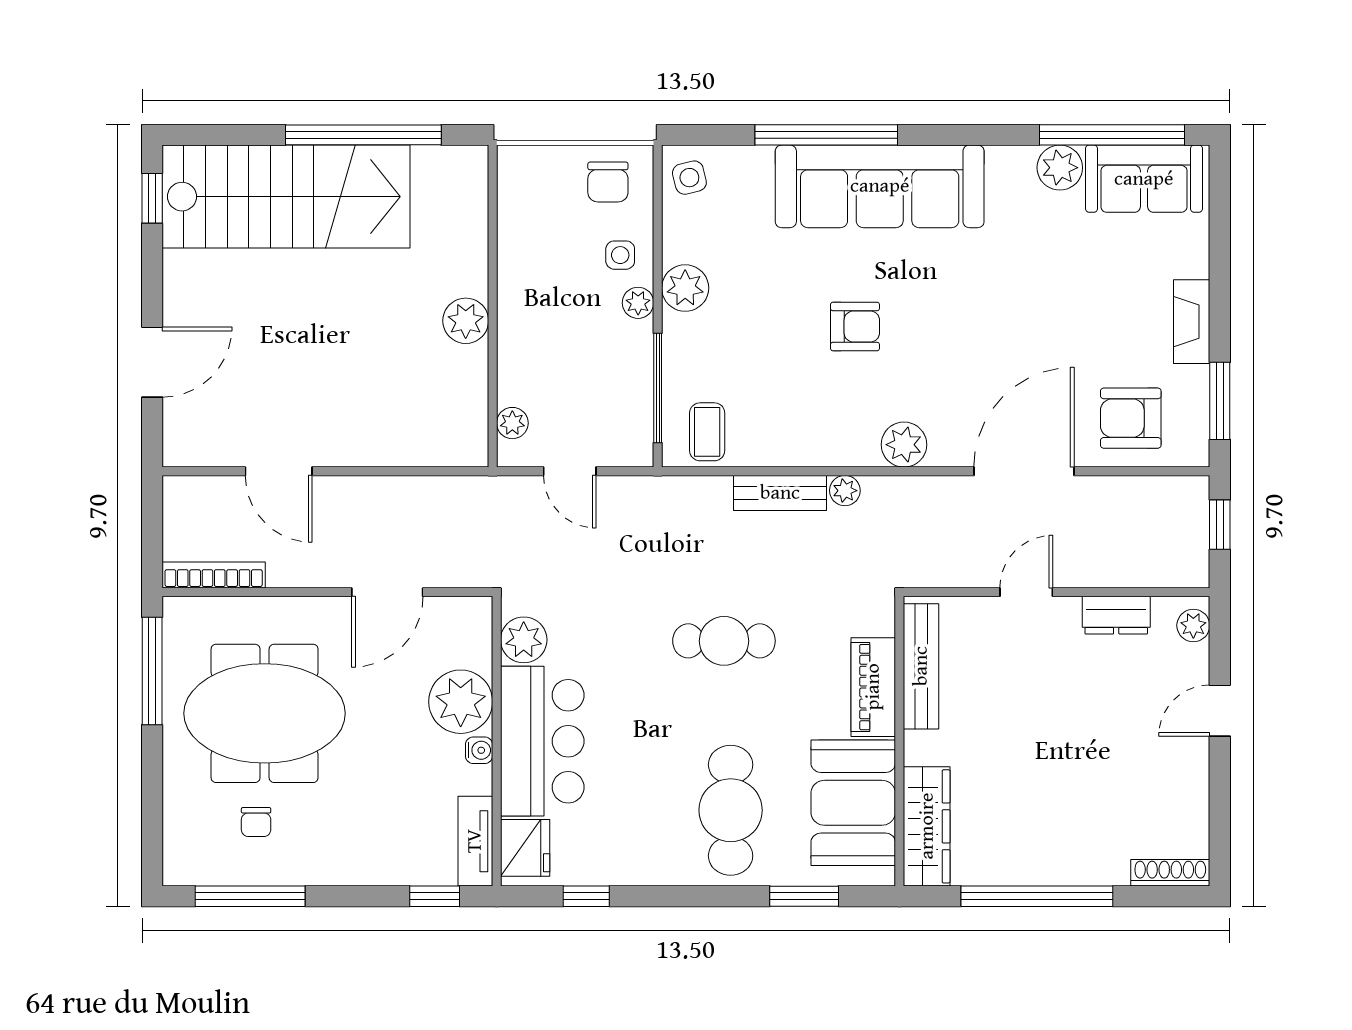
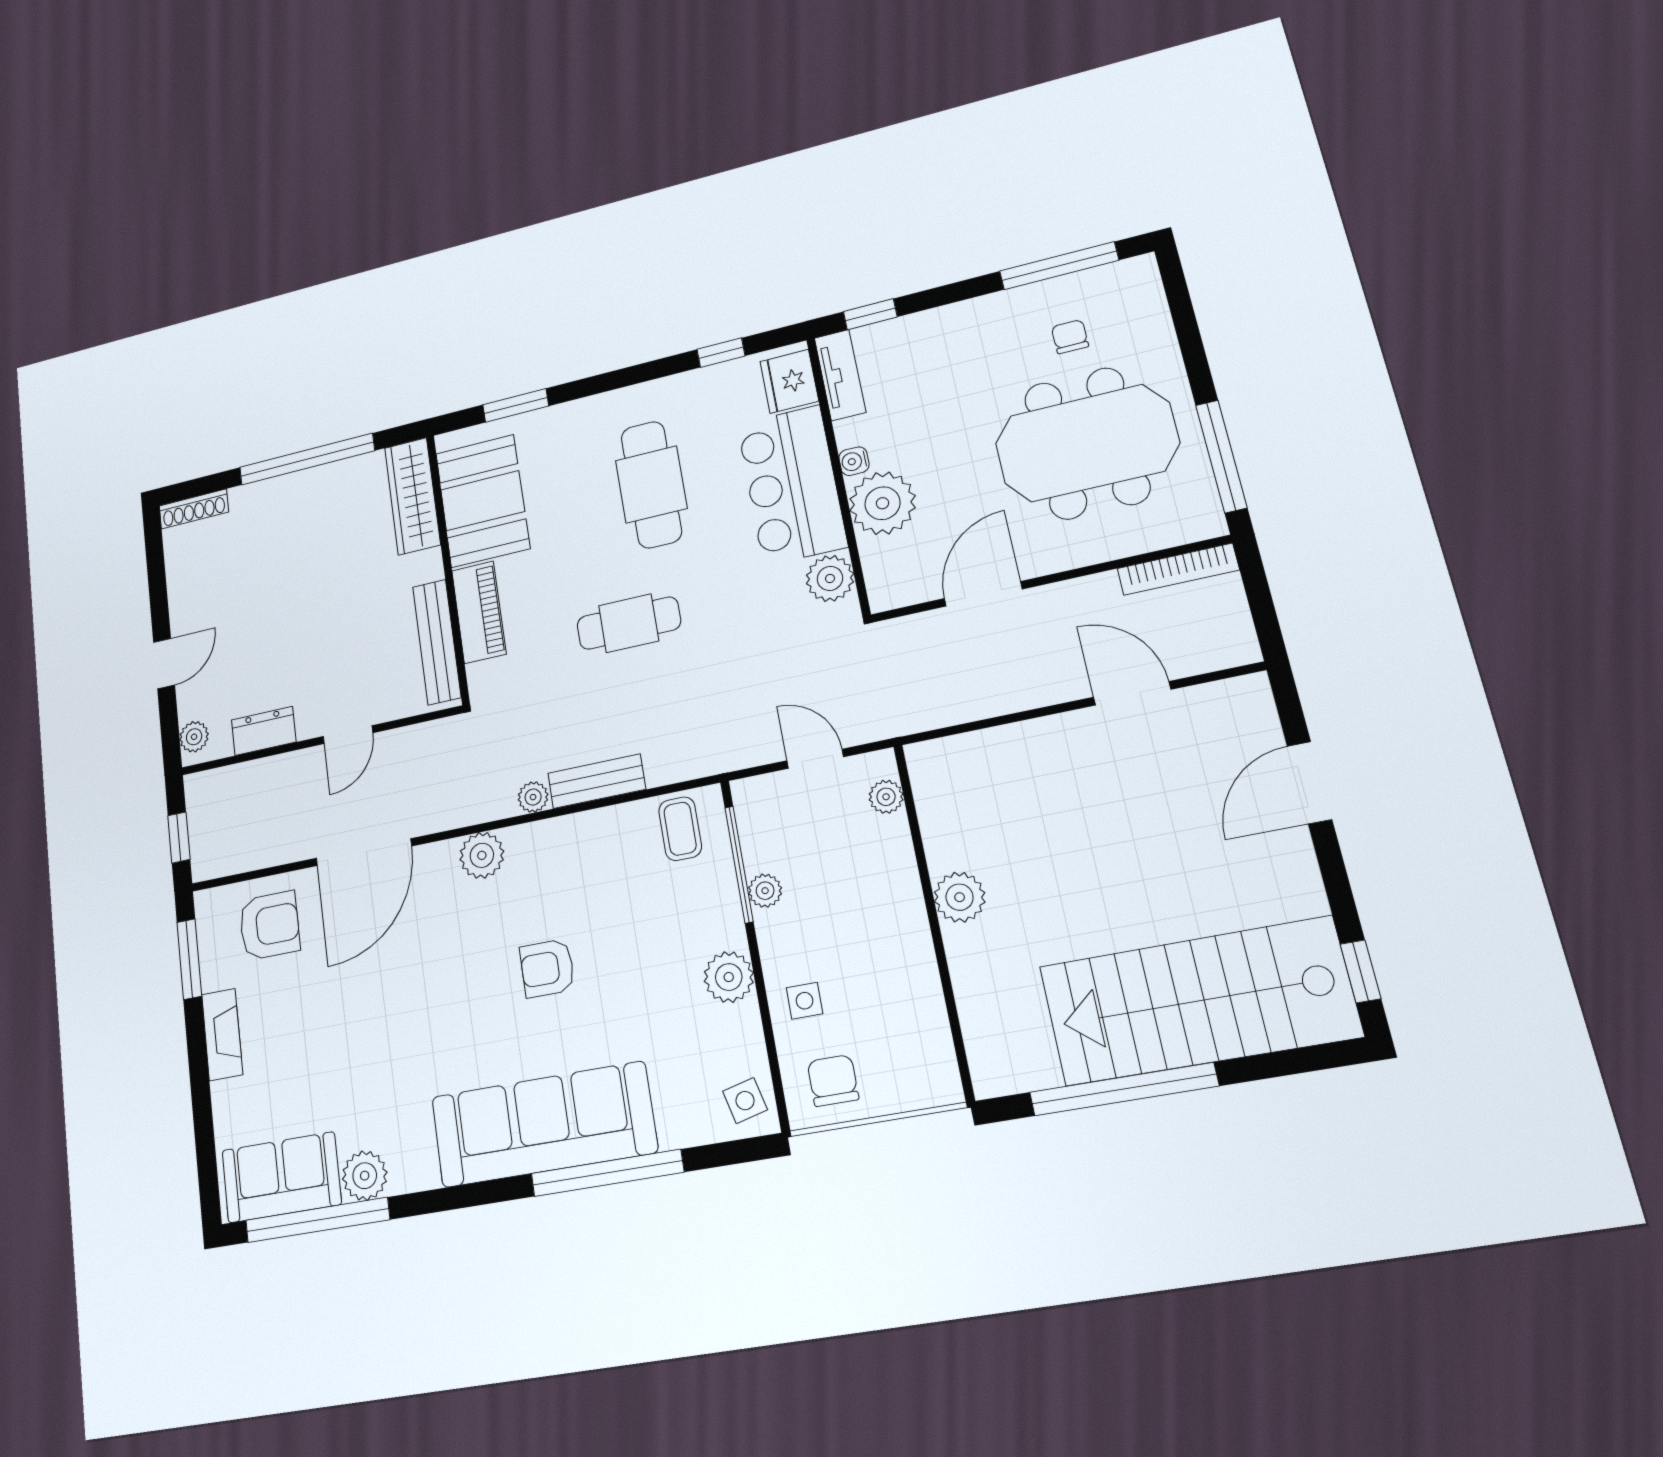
plant: (638, 303) -> (765, 891), moved
cafe table: (731, 810) -> (651, 484), moved

